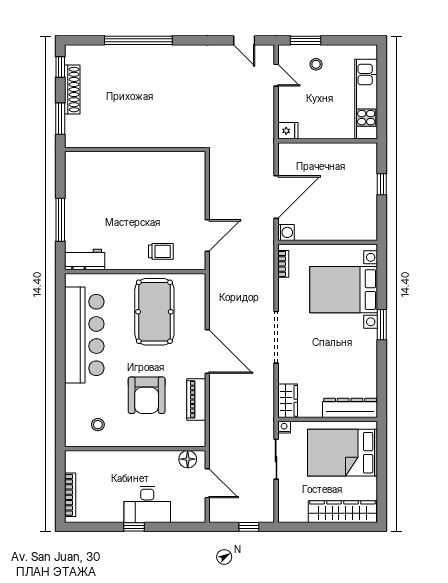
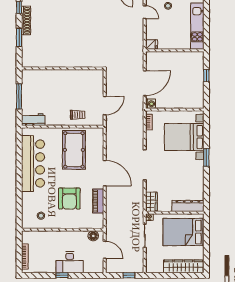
wall: (135, 150) -> (63, 68), moved

